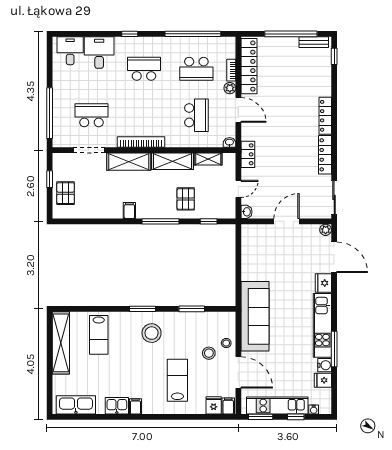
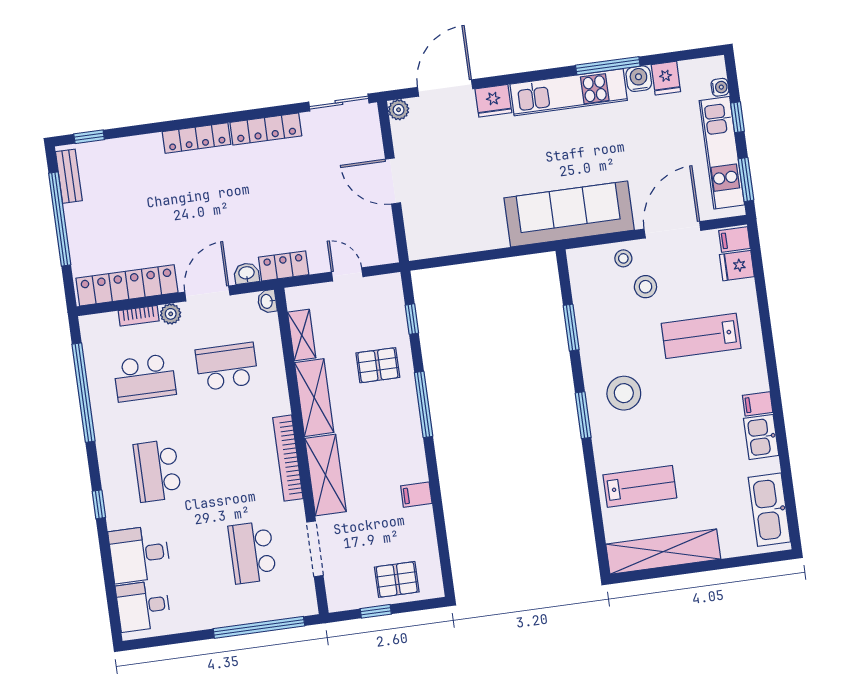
school desk: (196, 69) -> (145, 378), turned 90
filing cabinet: (129, 210) -> (416, 495), moved
washbasin: (247, 212) -> (247, 273), moved

